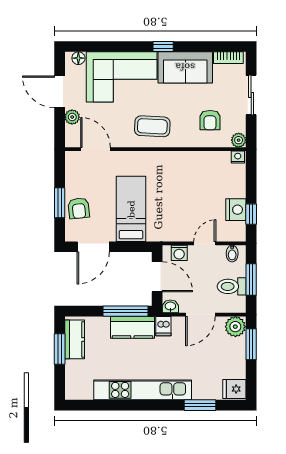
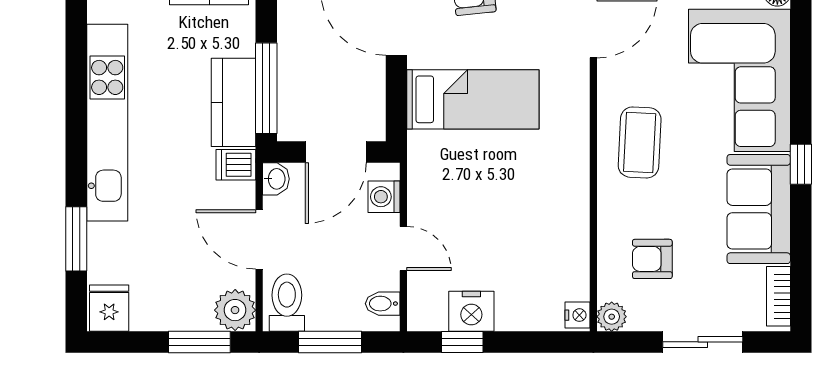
toilet: (232, 286) -> (287, 303), moved

